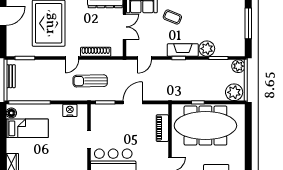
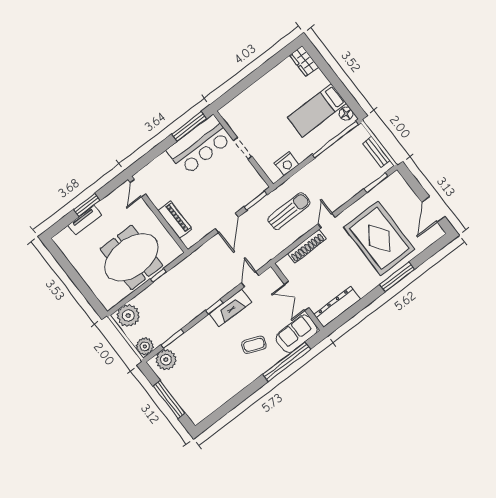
plant: (207, 49) -> (166, 360), moved
fireplace: (183, 50) -> (230, 308), moved
meeting table: (205, 126) -> (131, 257), width x0.73

